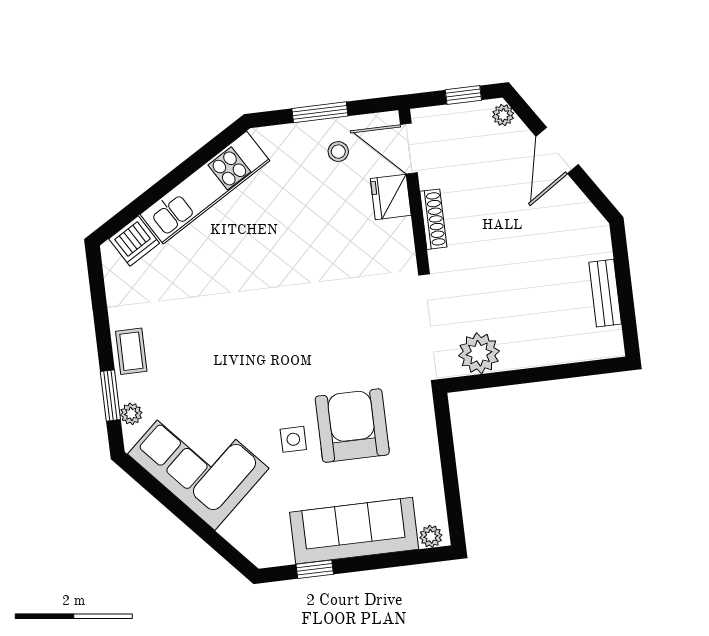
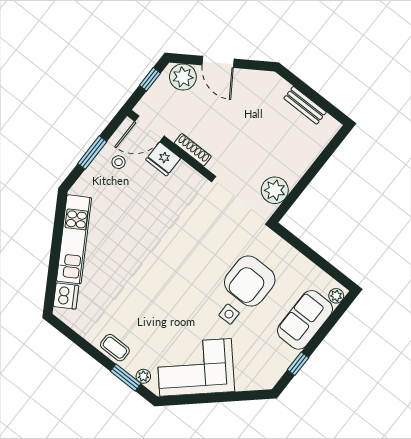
plant: (503, 115) -> (183, 77), width x1.87, depth x1.87
armchair: (352, 426) -> (250, 281), turned -90
sofa: (354, 531) -> (305, 320), width x0.73

